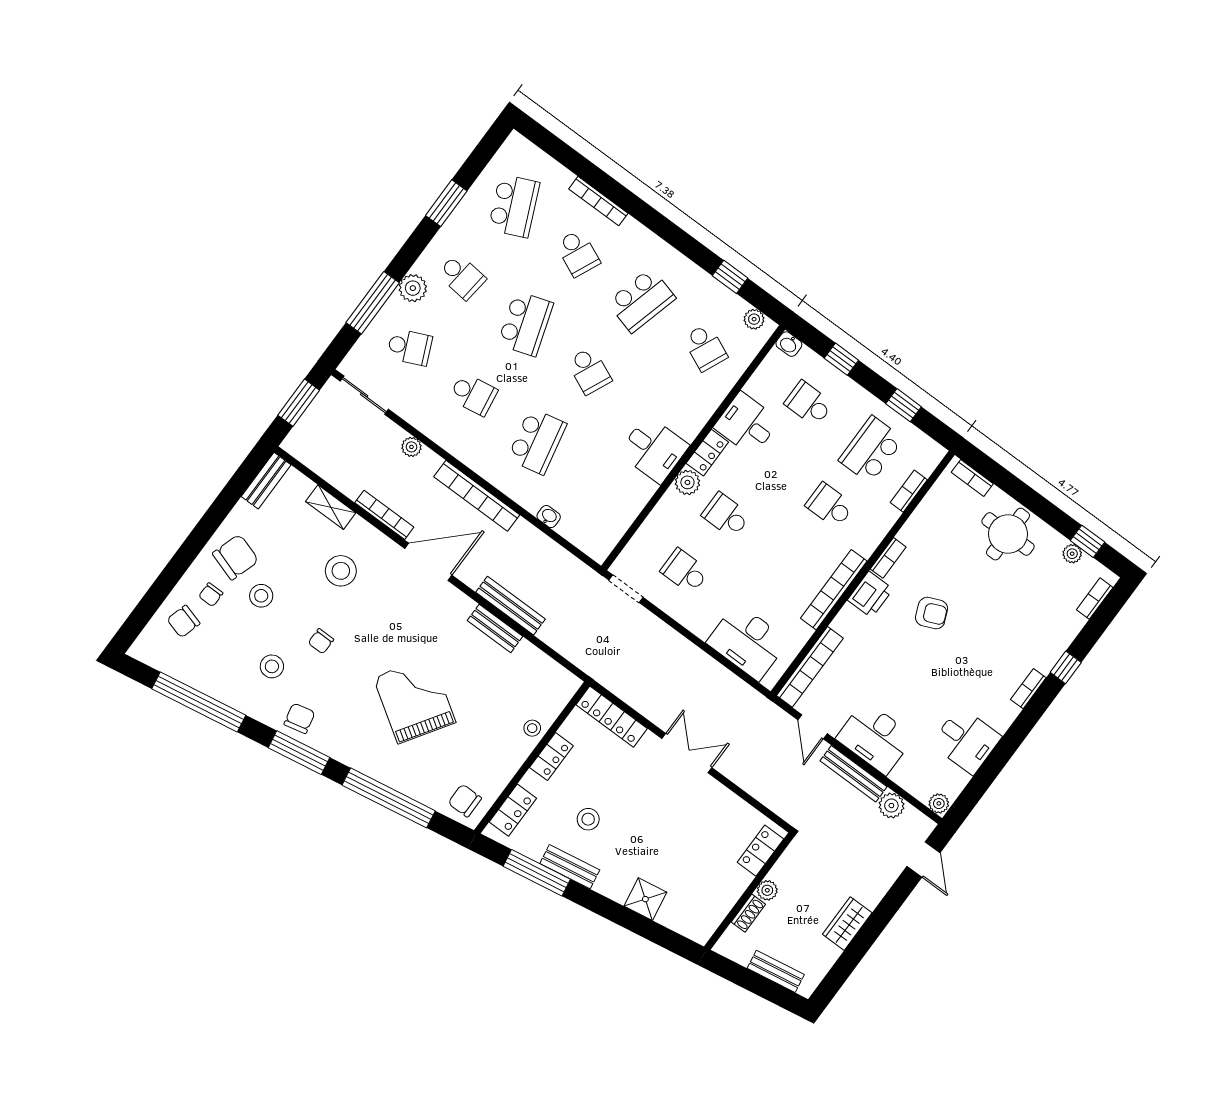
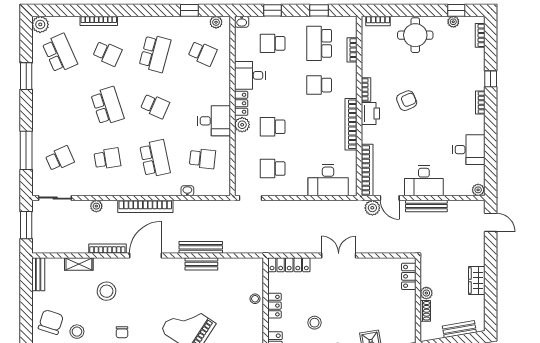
school desk: (462, 276) -> (202, 159), moved
plant: (413, 288) -> (40, 24), moved
plant: (891, 806) -> (372, 208), moved

